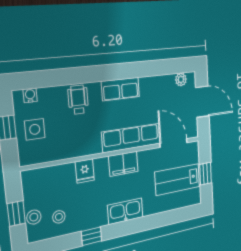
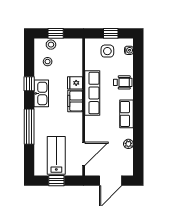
plant: (181, 79) -> (128, 144), moved
row of seats: (131, 138) -> (92, 93), moved
filing cabinet: (123, 164) -> (75, 101), moved
kitchen sink: (125, 211) -> (41, 93), moved
window: (146, 223) -> (29, 127), added

